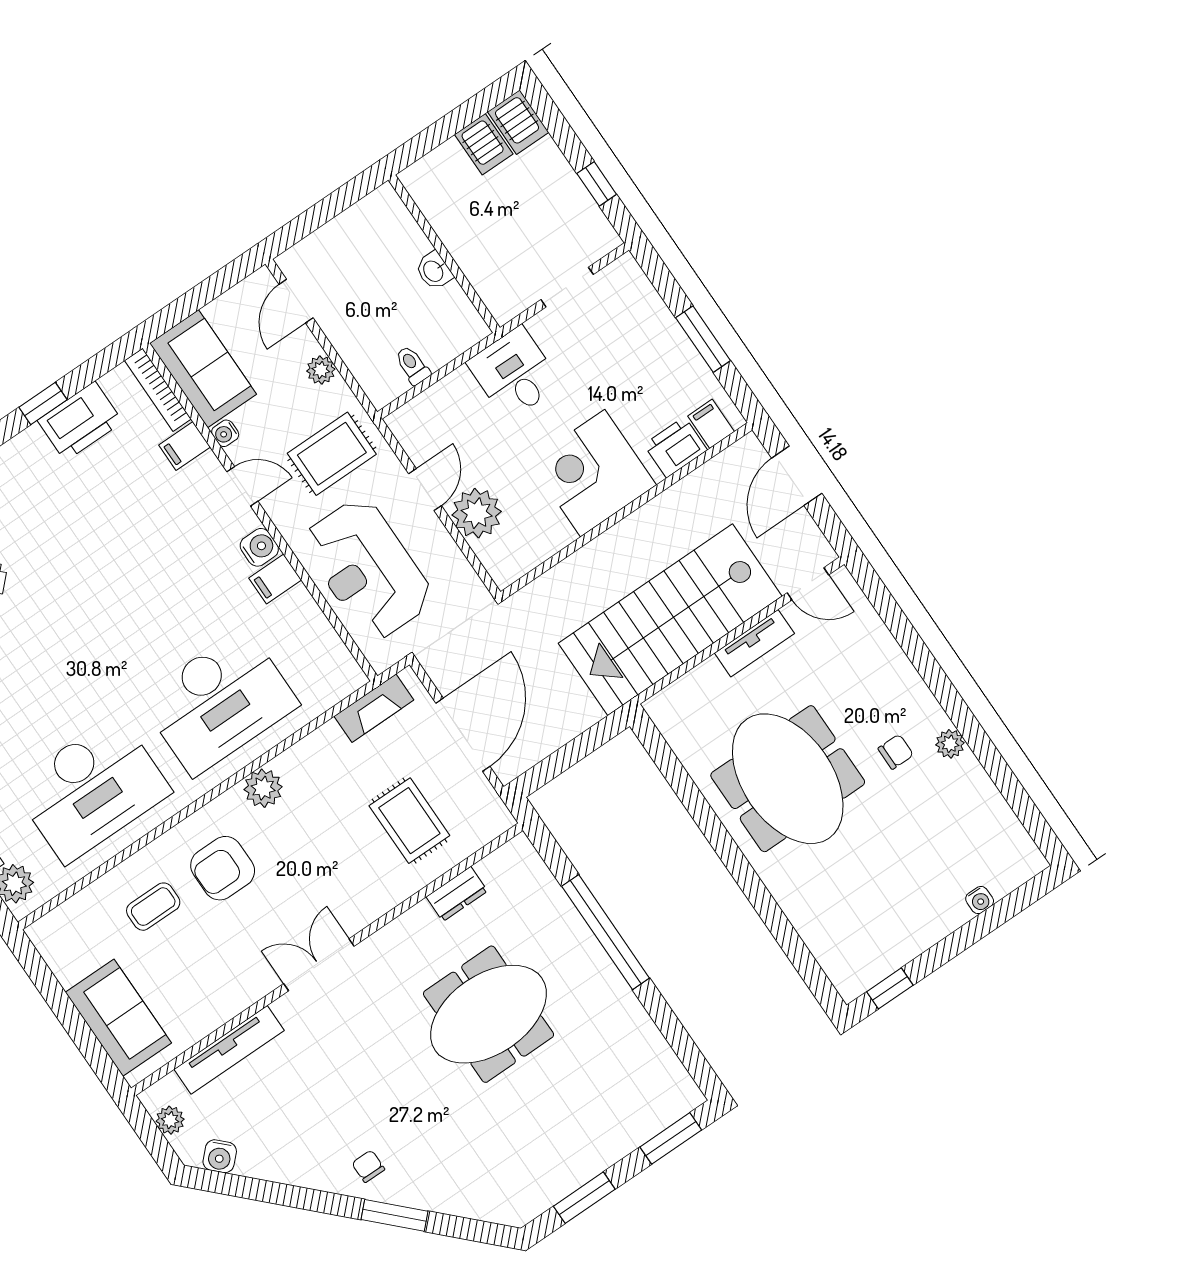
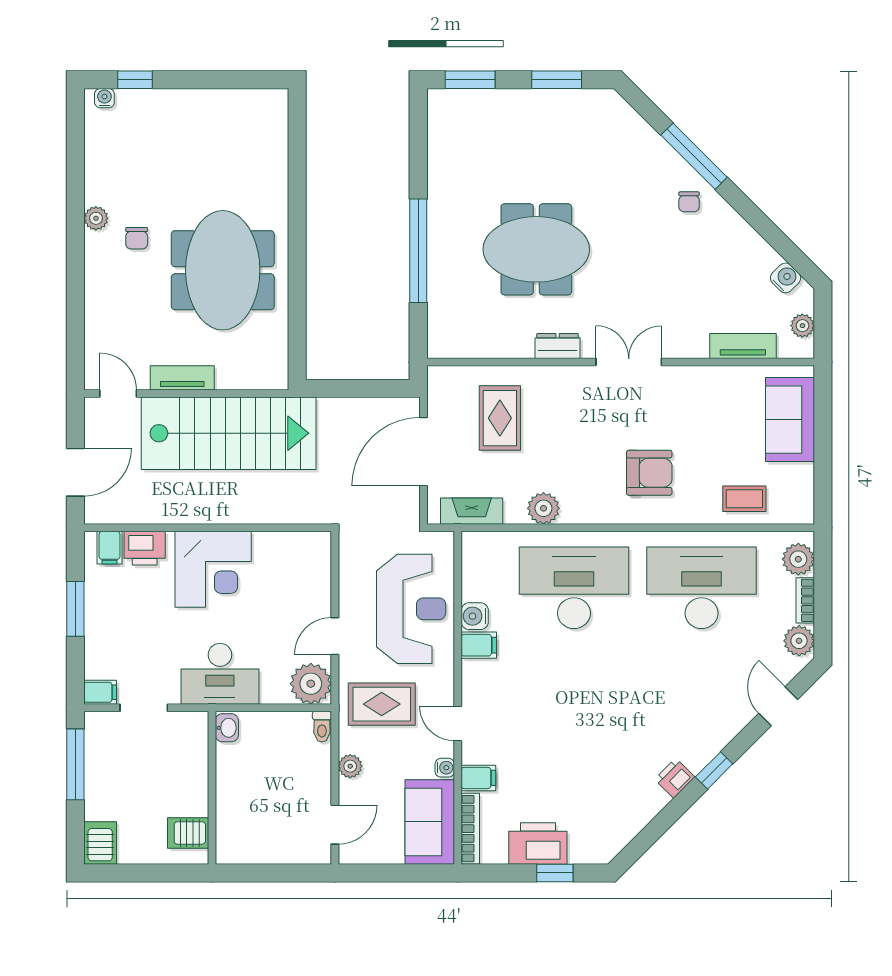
server rack: (484, 144) -> (188, 833), moved, turned -90
window: (597, 184) -> (75, 764), width x2.17
washbasin: (434, 271) -> (227, 728), moved
filing cabinet: (621, 273) -> (100, 692), added
toilet: (412, 365) -> (322, 727), moved
desk: (514, 373) -> (220, 674), width x1.37
plant: (477, 513) -> (311, 684), moved
water cooler: (259, 547) -> (475, 616), moved
chair: (896, 752) -> (137, 238), turned -90
plant: (263, 788) -> (543, 508), moved
dresser: (457, 894) -> (558, 346), moved
water cooler: (980, 900) -> (104, 98), moved
coffee table: (153, 907) -> (744, 499), moved
double door: (319, 965) -> (629, 362), swing flipped
window: (890, 988) -> (135, 80), moved
tv unit: (229, 1050) -> (743, 346), width x0.71
window: (394, 1215) -> (694, 156), width x1.44

